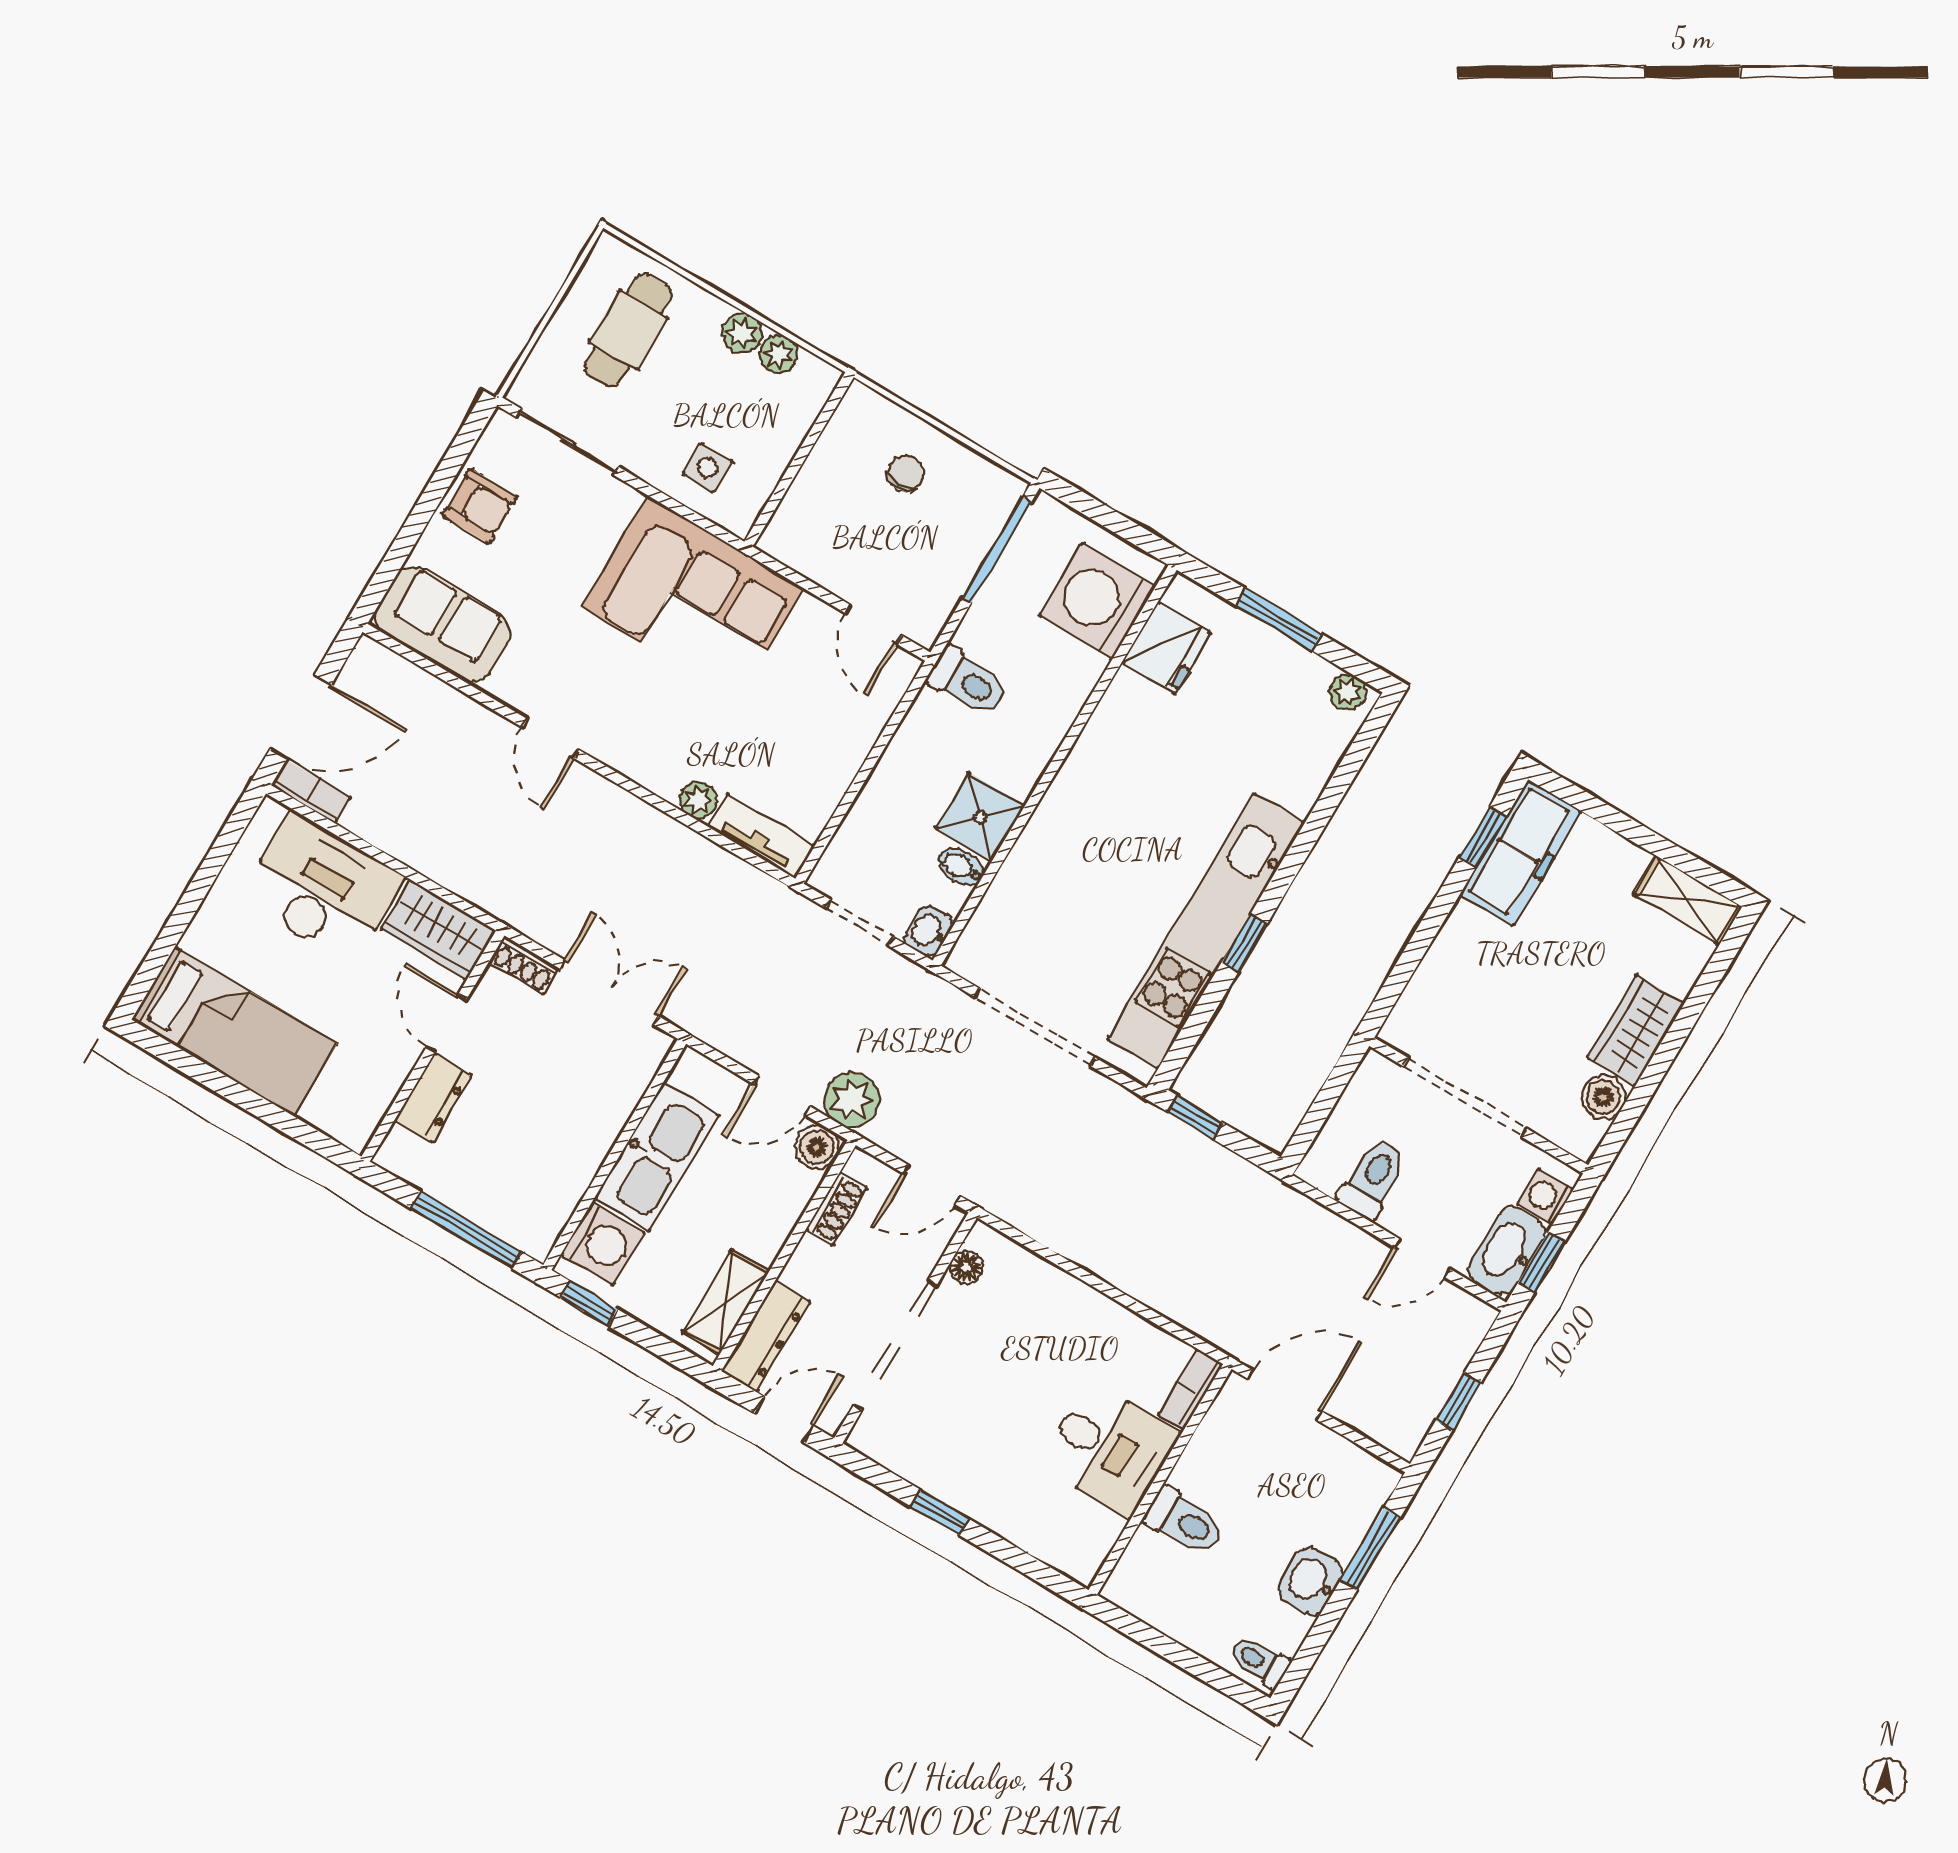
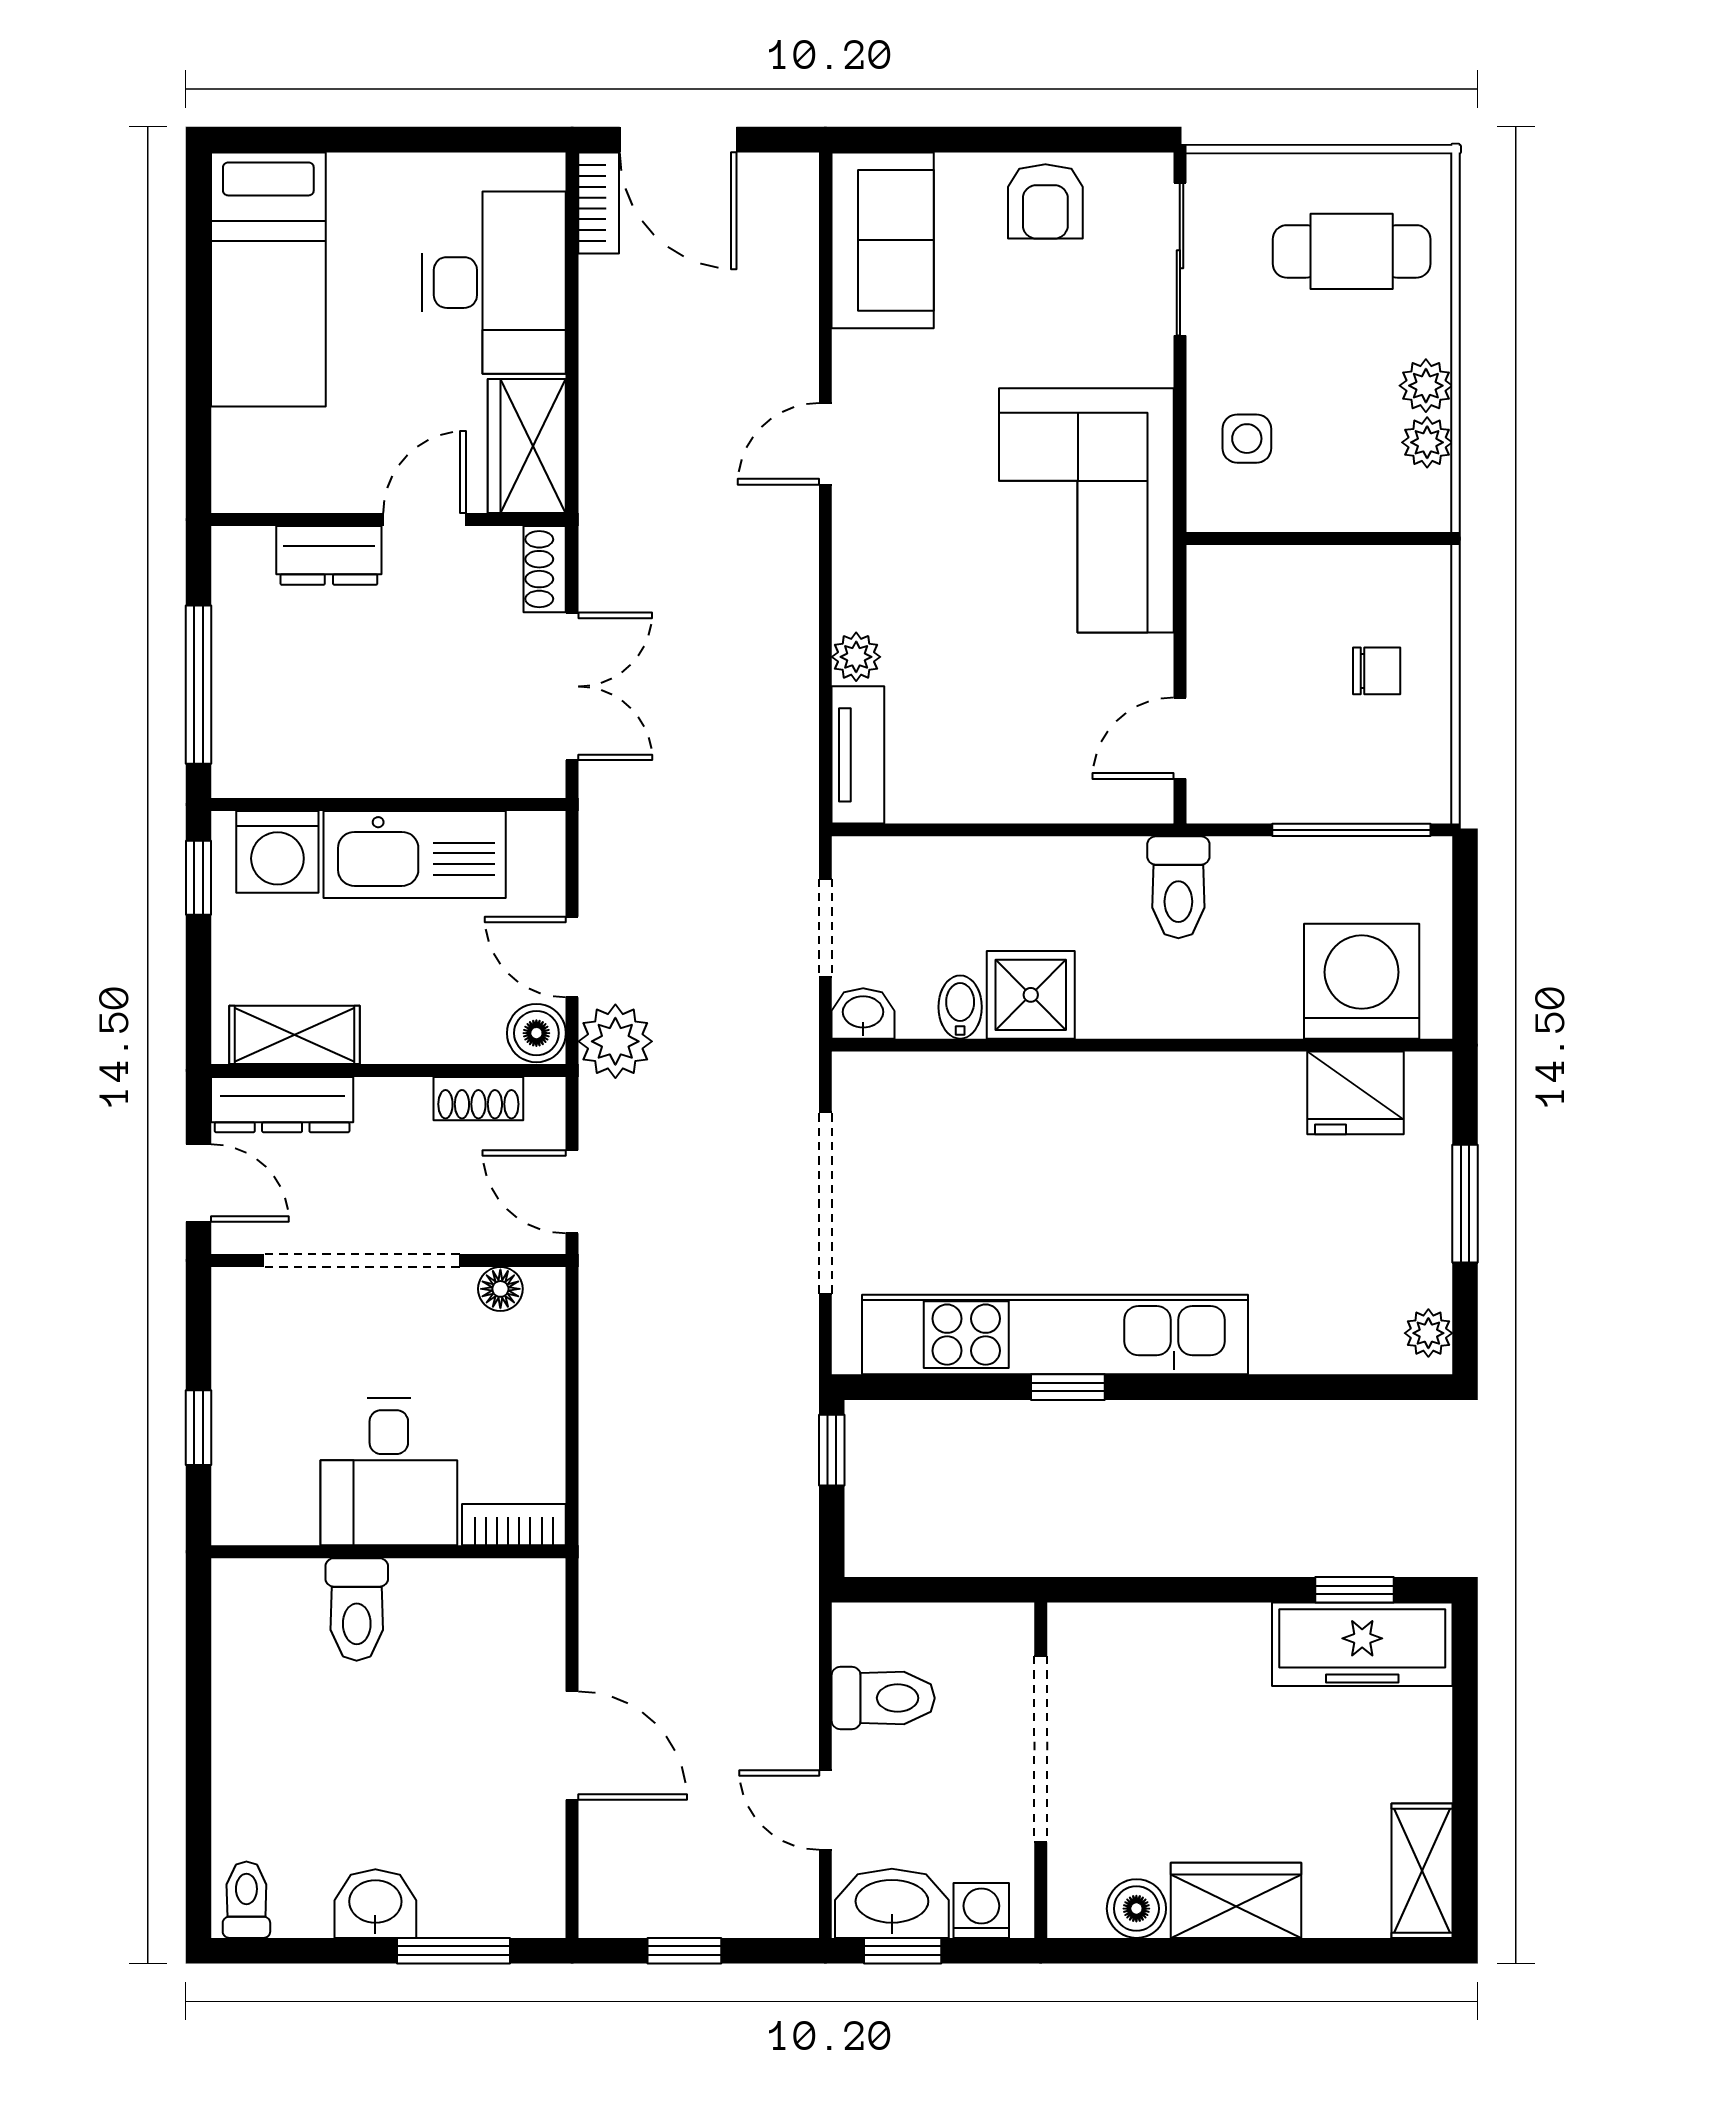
bookcase: (1190, 1389) -> (514, 1525), moved
desk: (1109, 1449) -> (389, 1472), moved
wall: (1160, 1479) -> (388, 1552), moved
toilet: (1185, 1522) -> (357, 1609), moved

